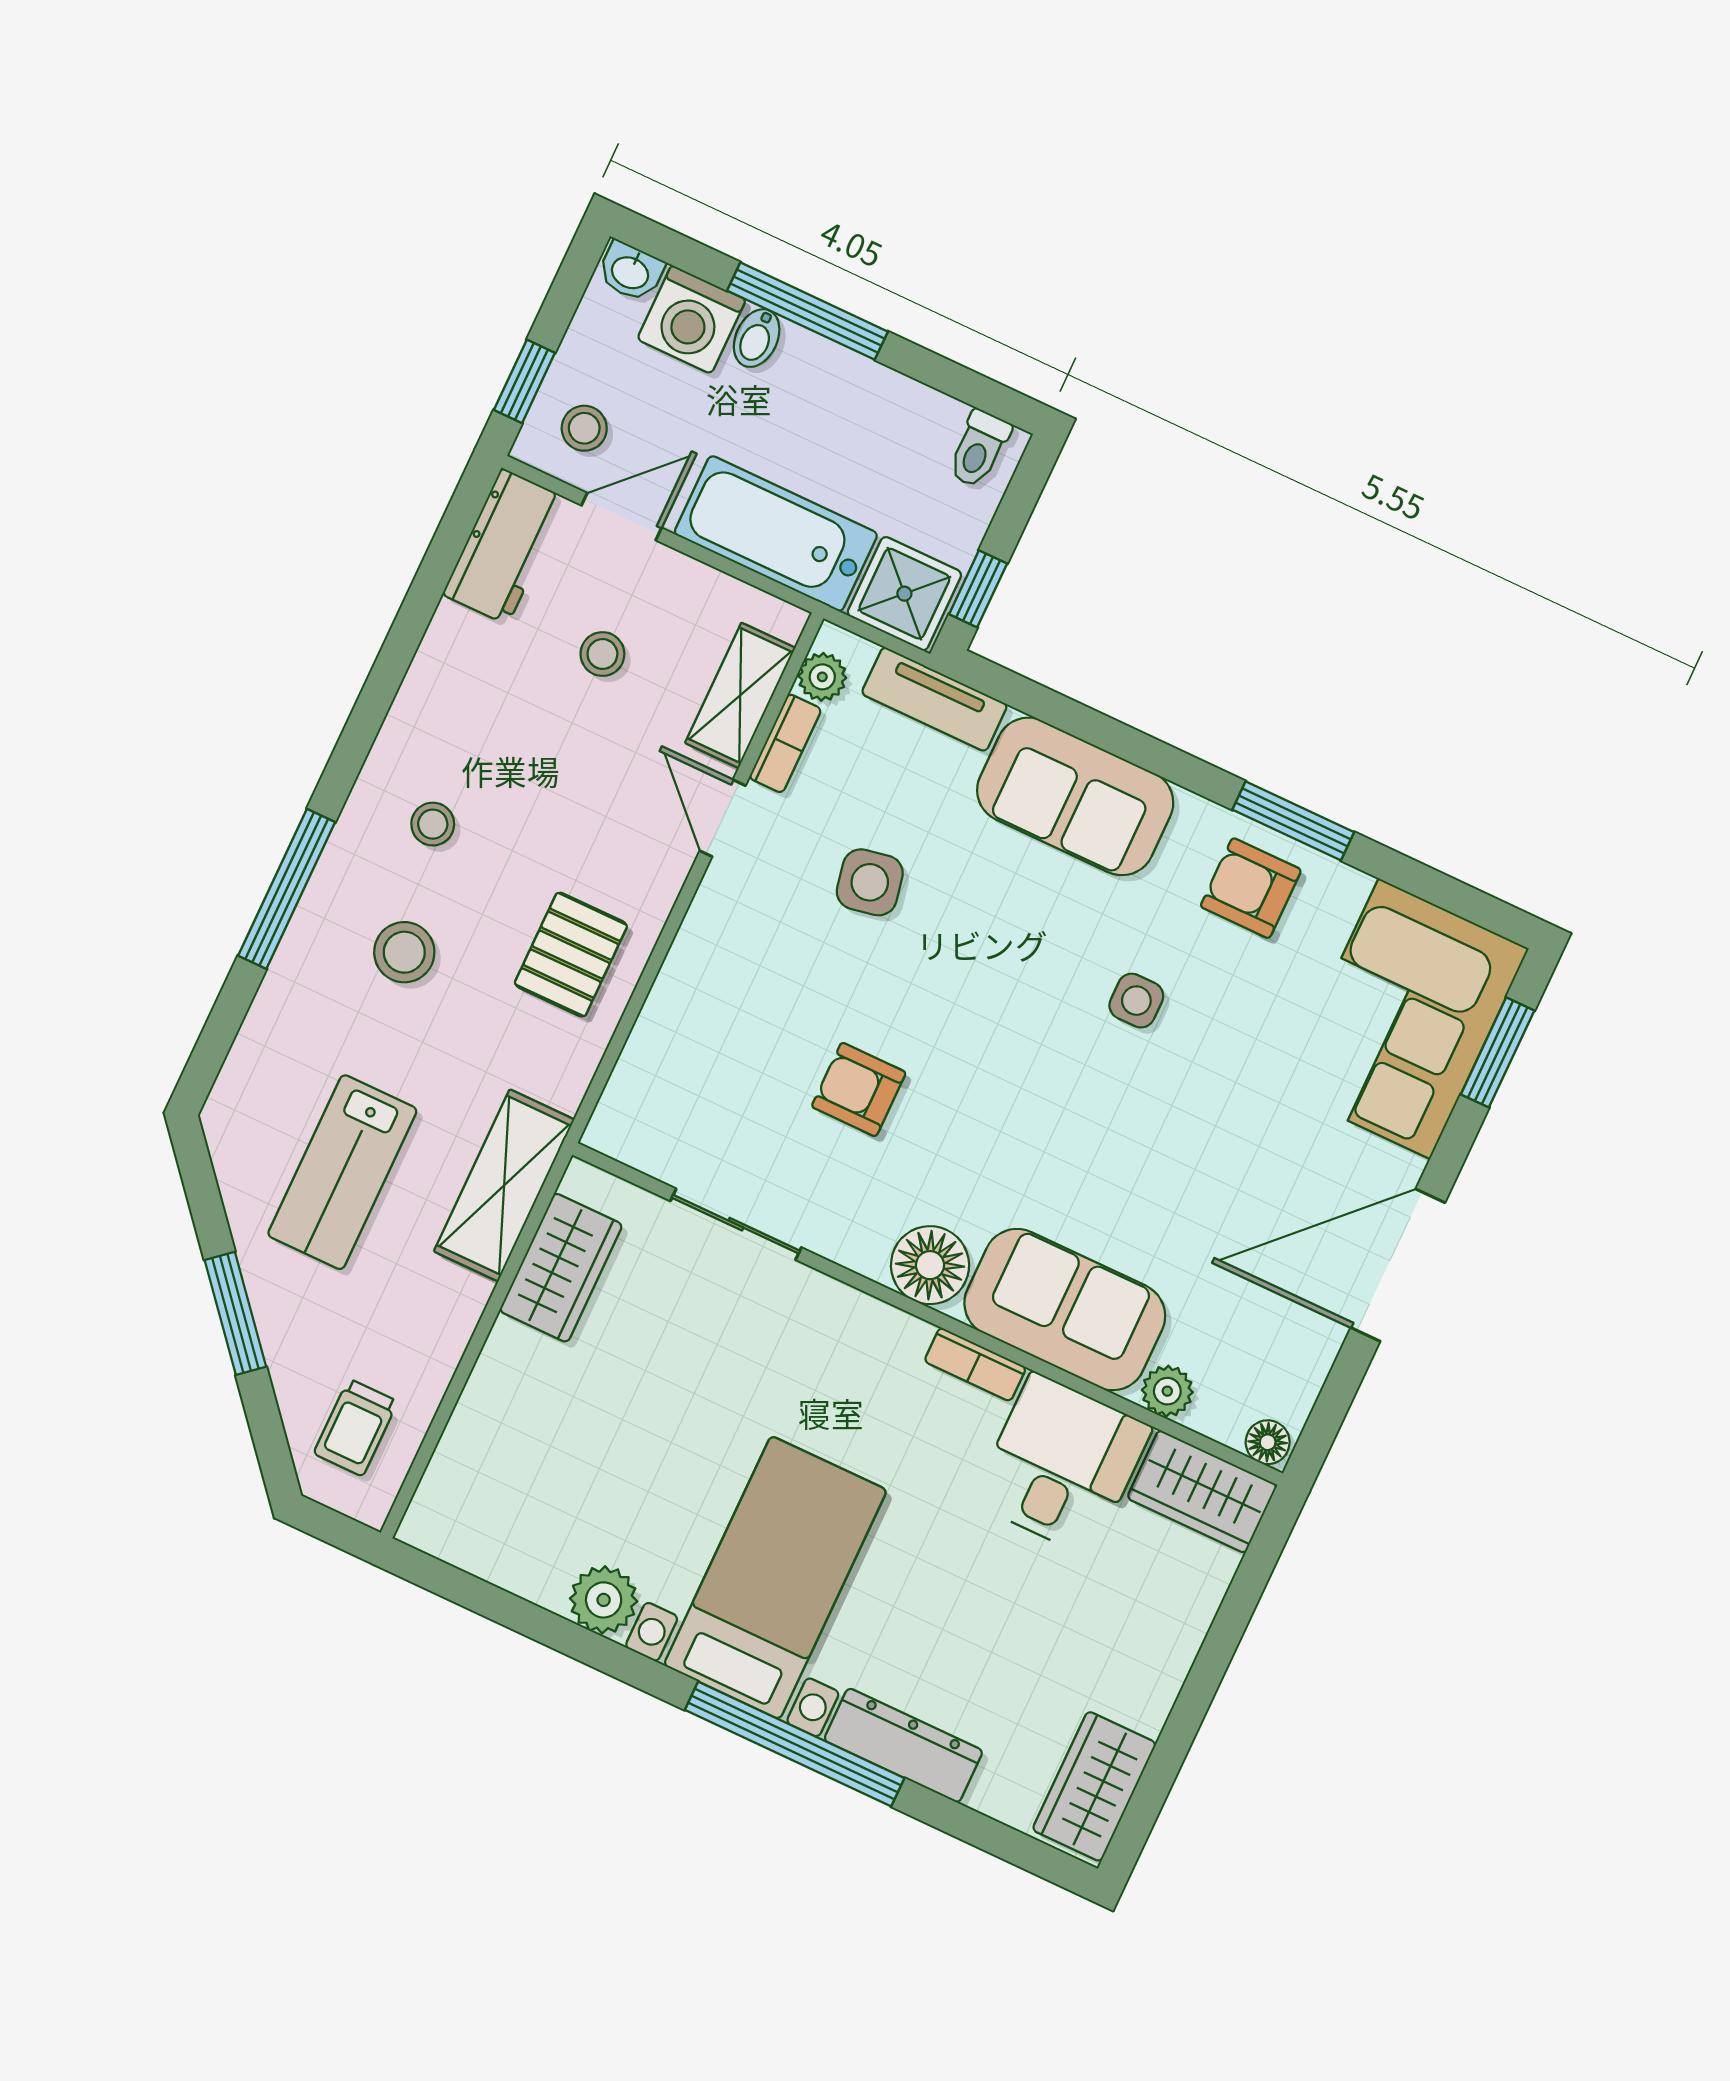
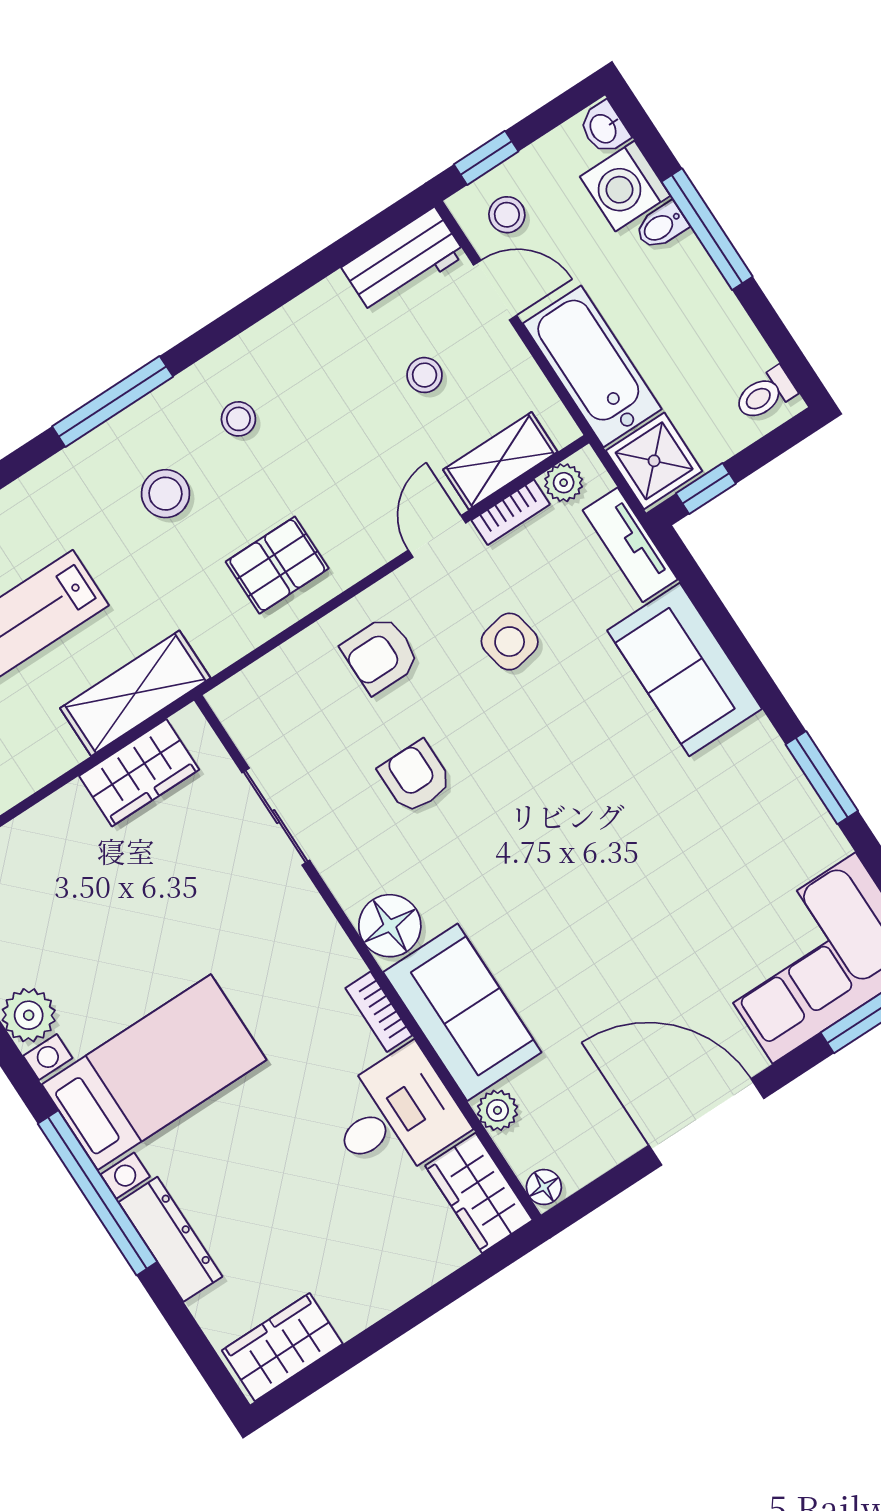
armchair: (1251, 888) -> (380, 655), moved, turned -90
side table: (1136, 1001) -> (640, 833), removed

